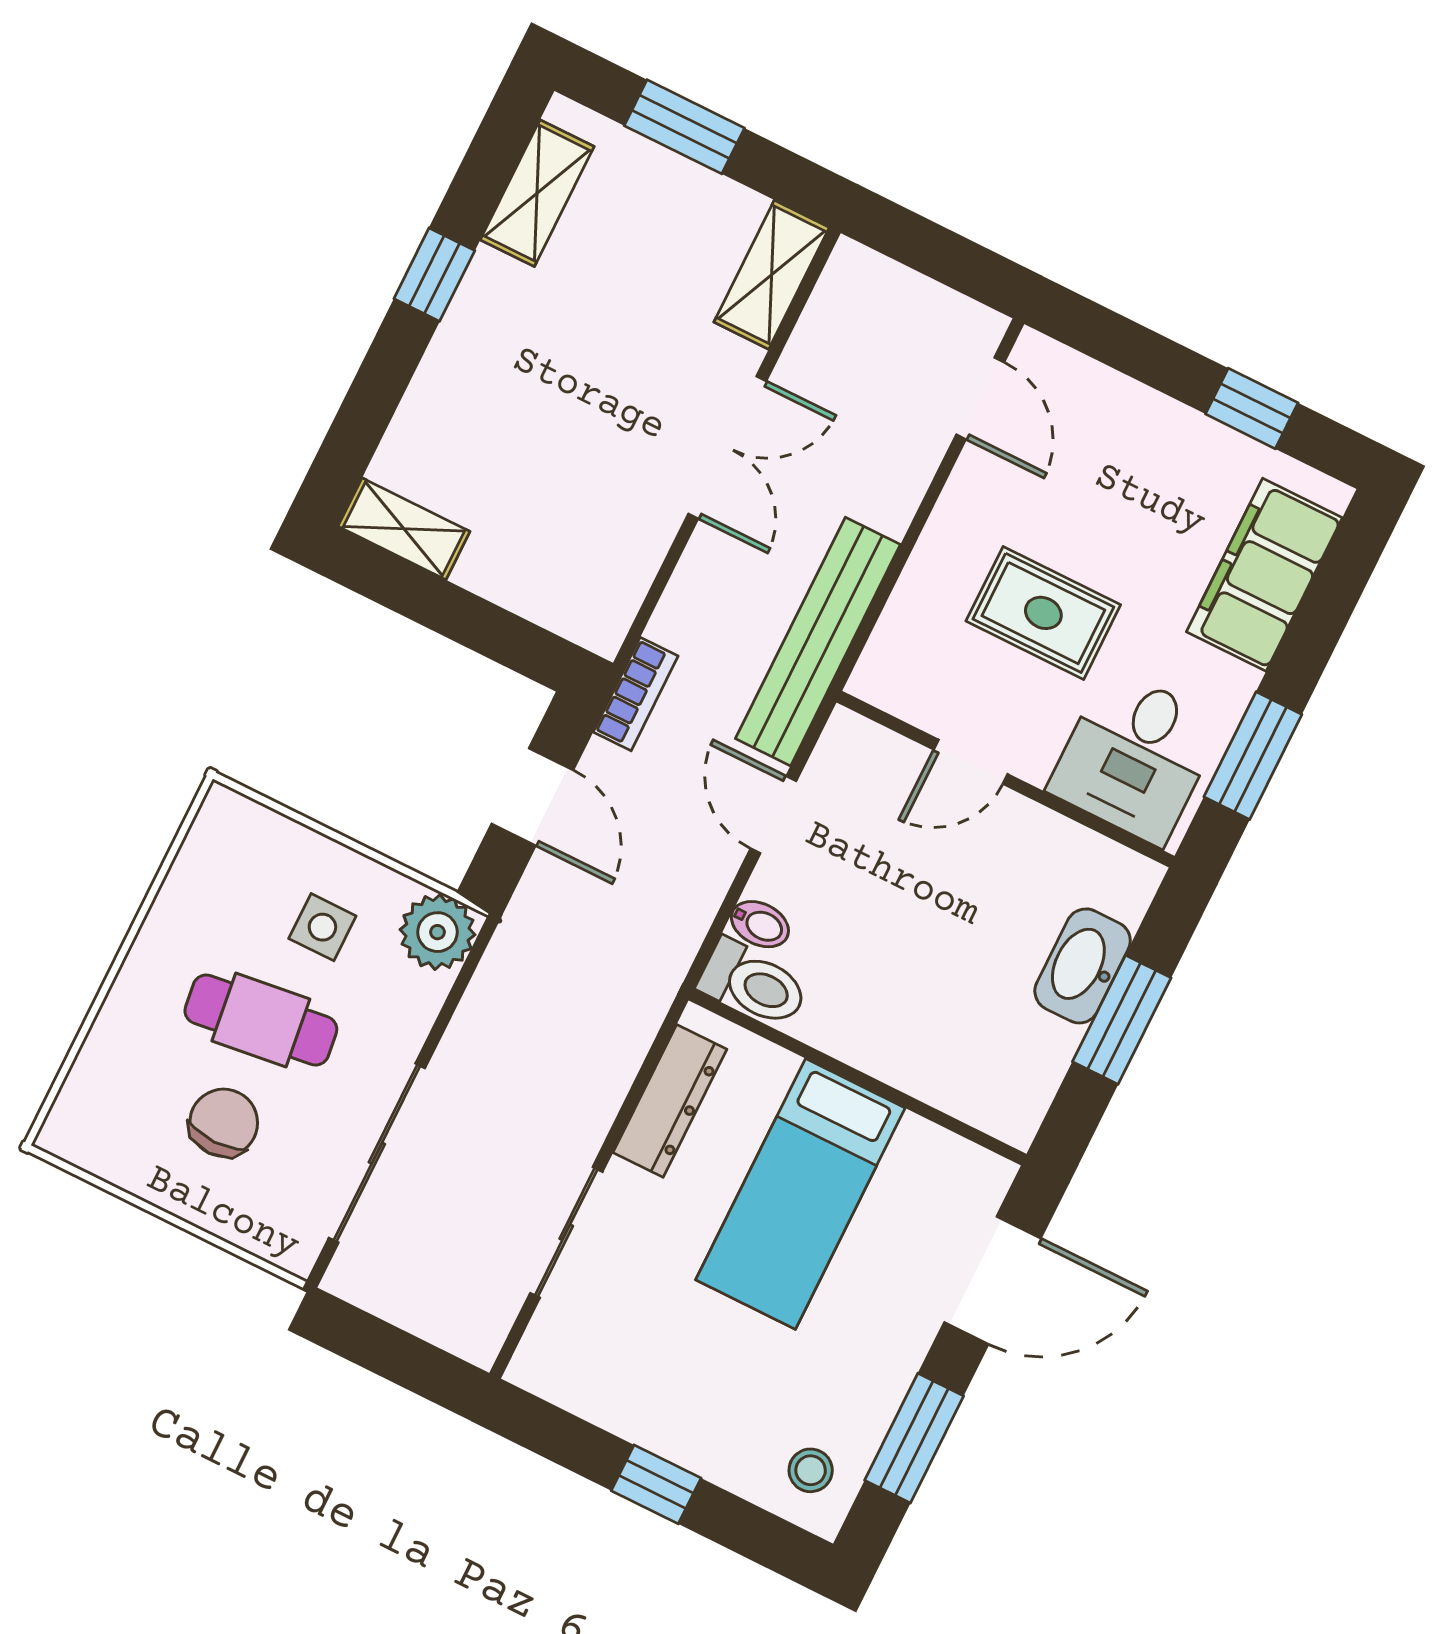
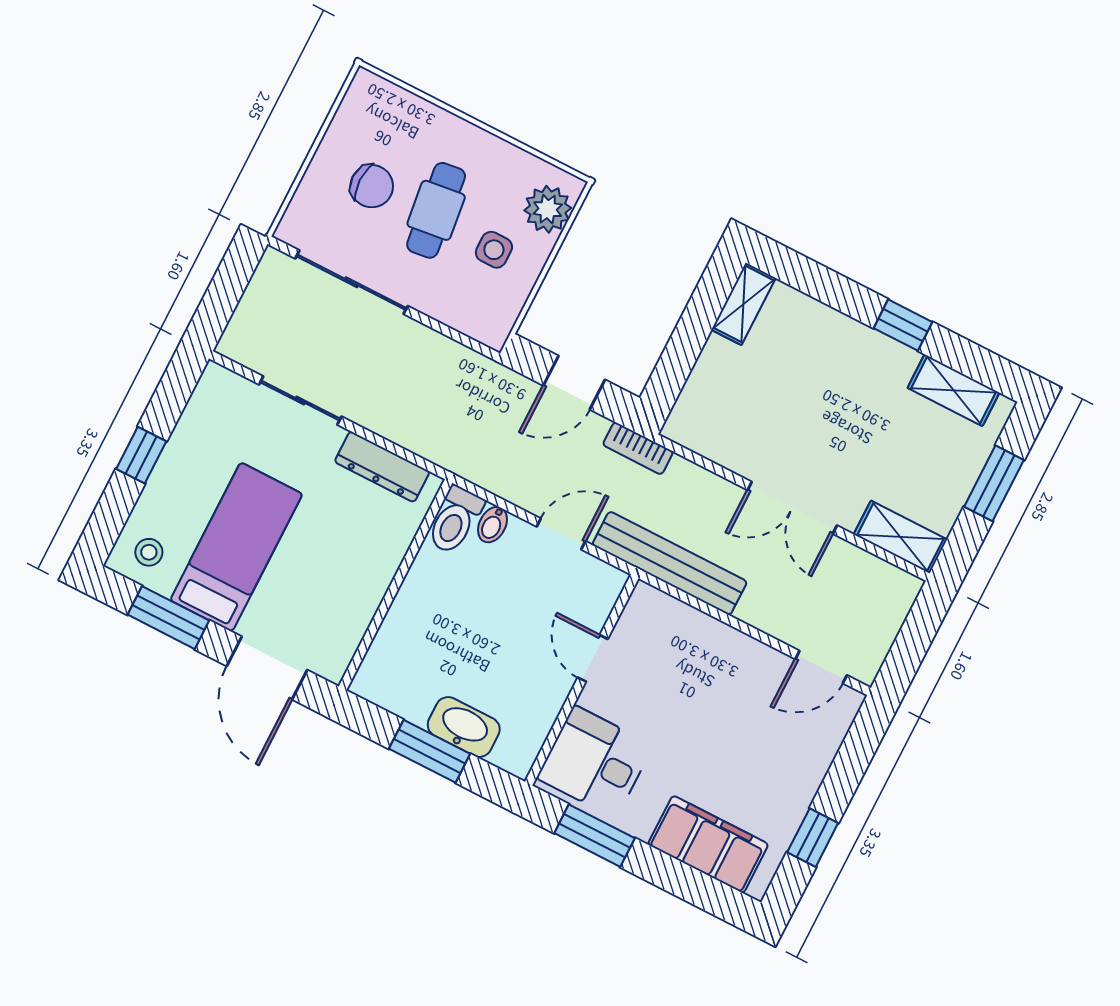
rug: (1043, 613) -> (686, 705), removed
plant: (437, 932) -> (548, 209), moved
bed: (800, 1194) -> (236, 547), moved, turned 90

